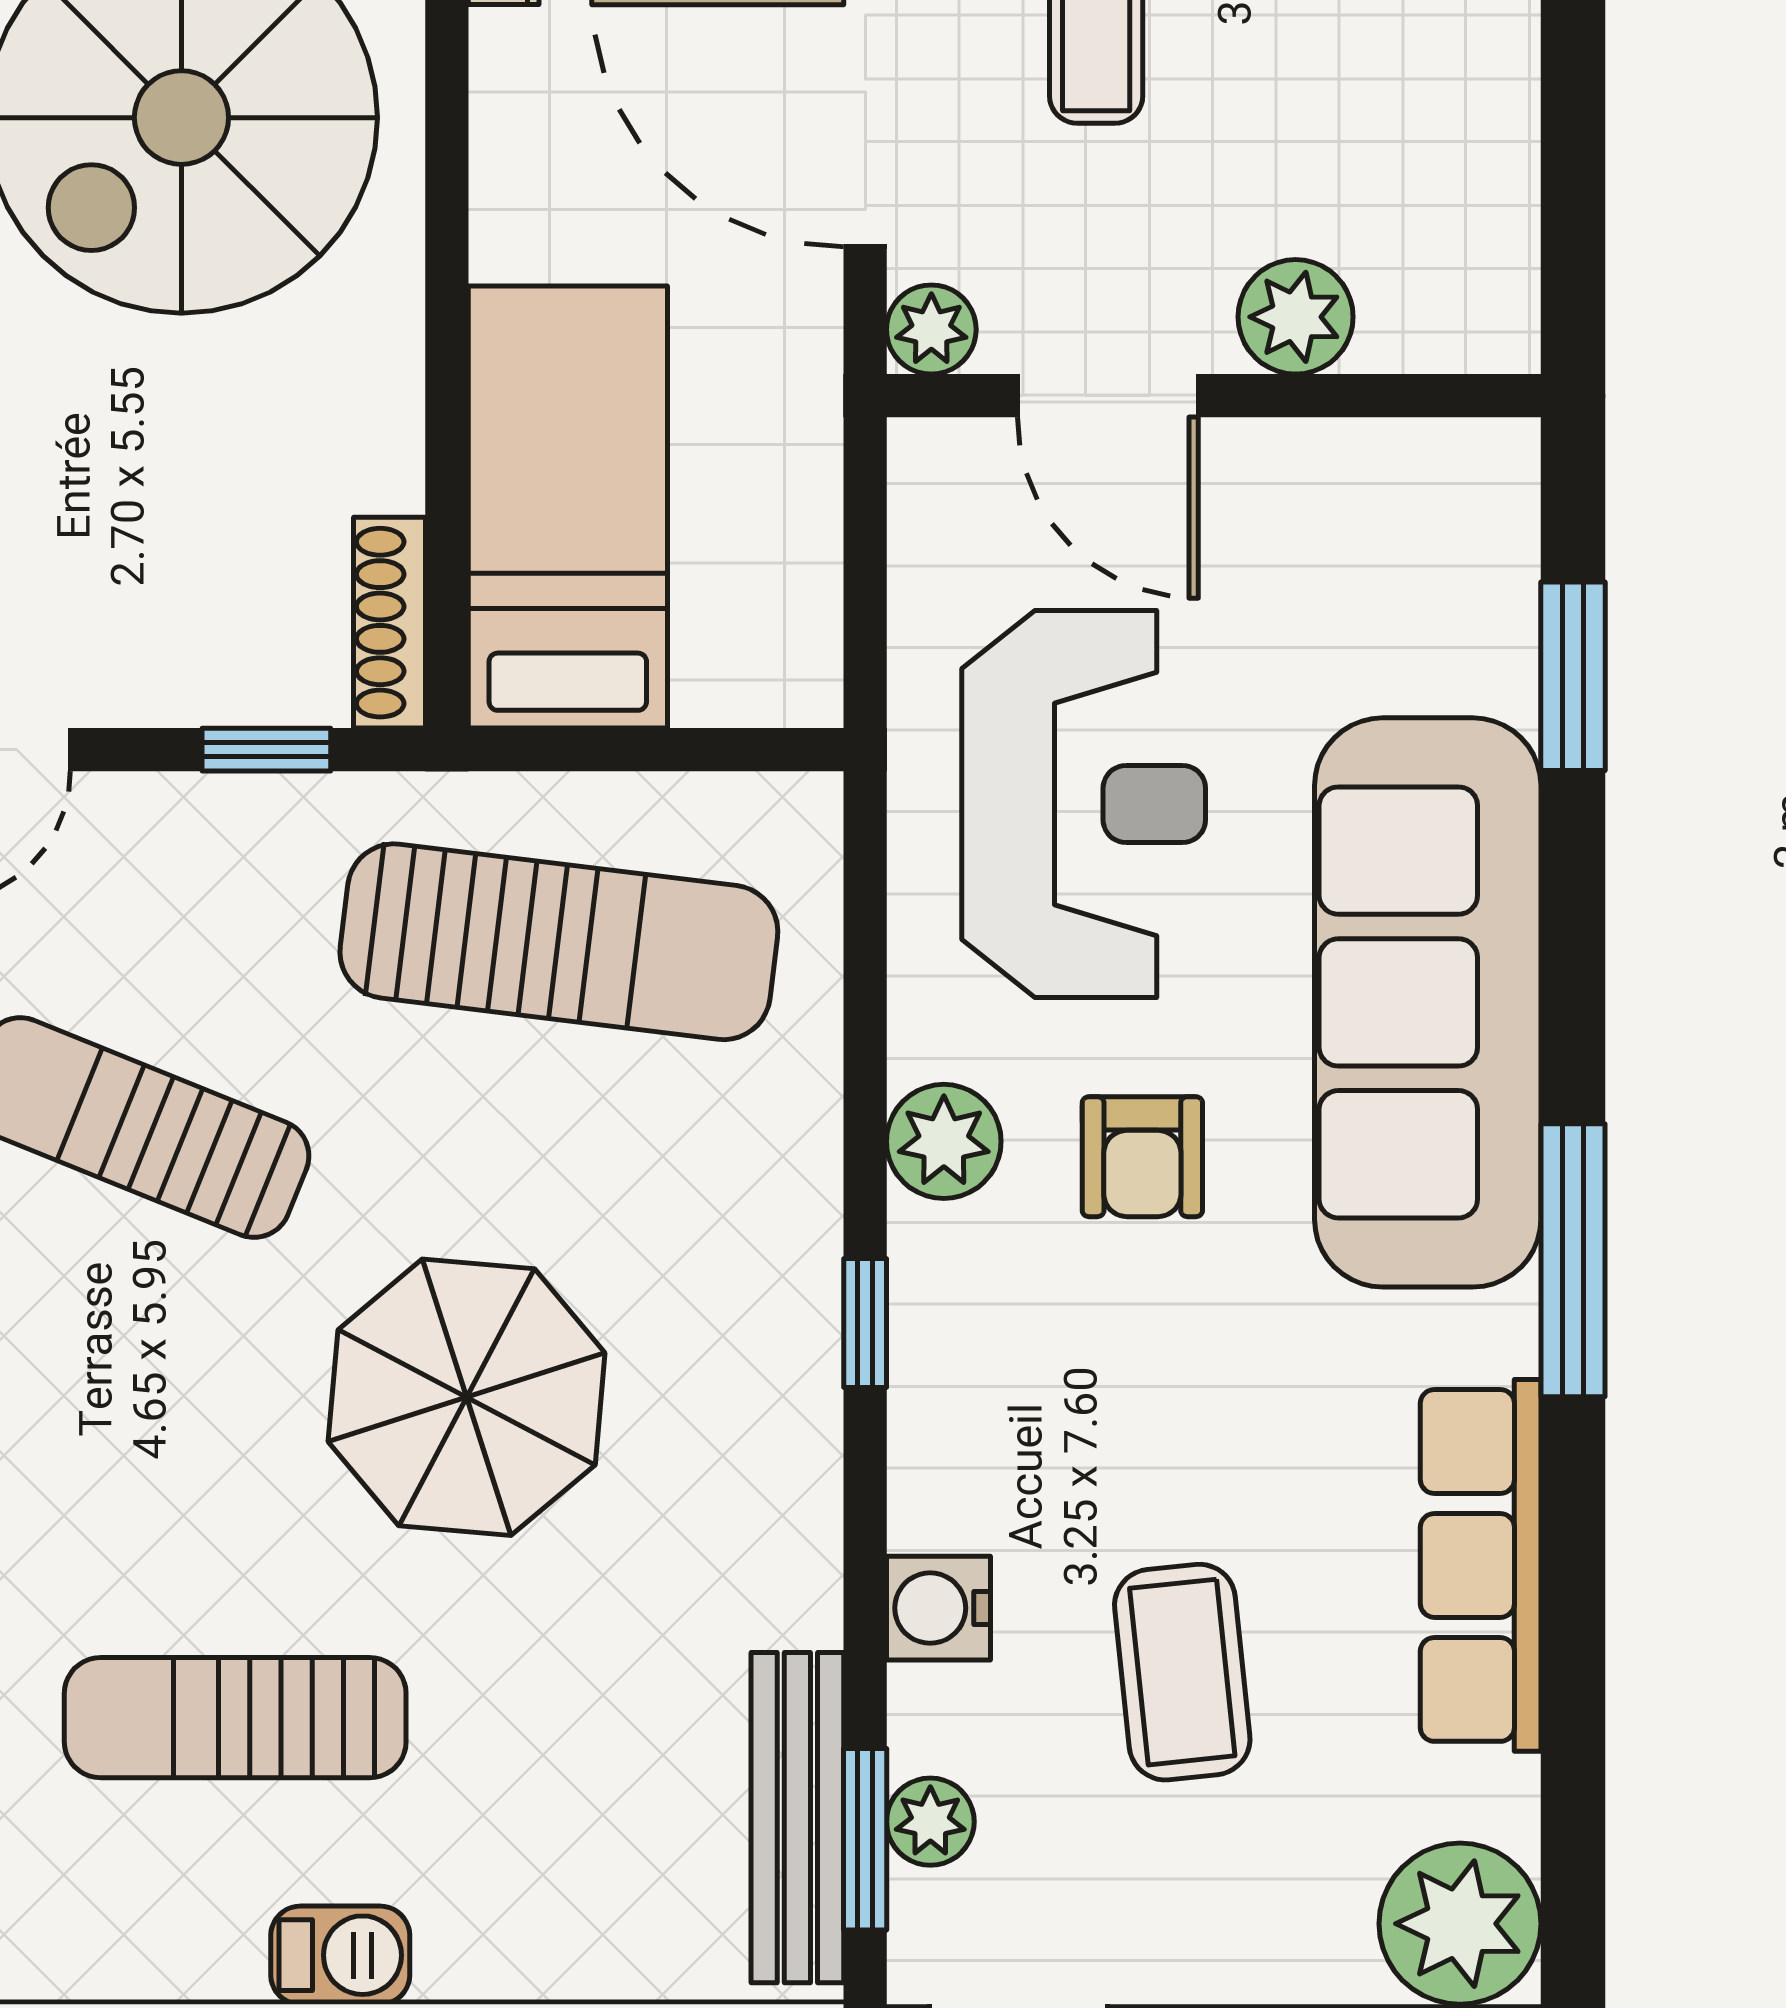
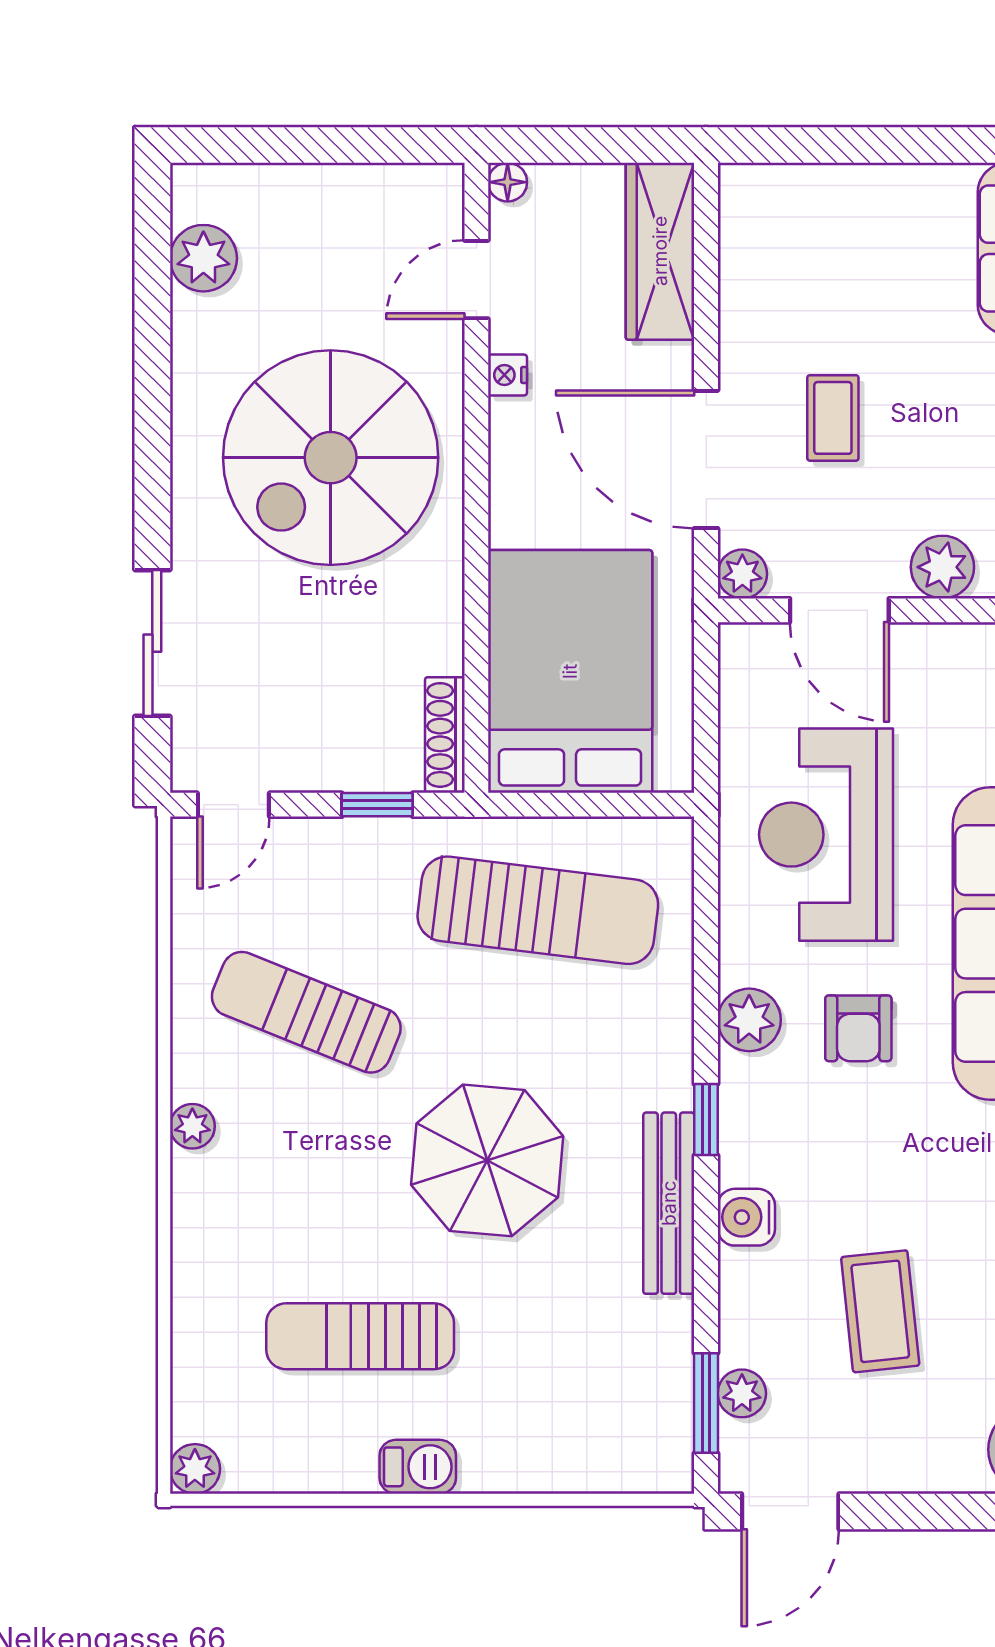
bed: (568, 507) -> (570, 671), width x1.50
reception desk: (1084, 804) -> (826, 835), turned 180
water cooler: (938, 1608) -> (746, 1217), moved
bench: (797, 1818) -> (669, 1203), moved

